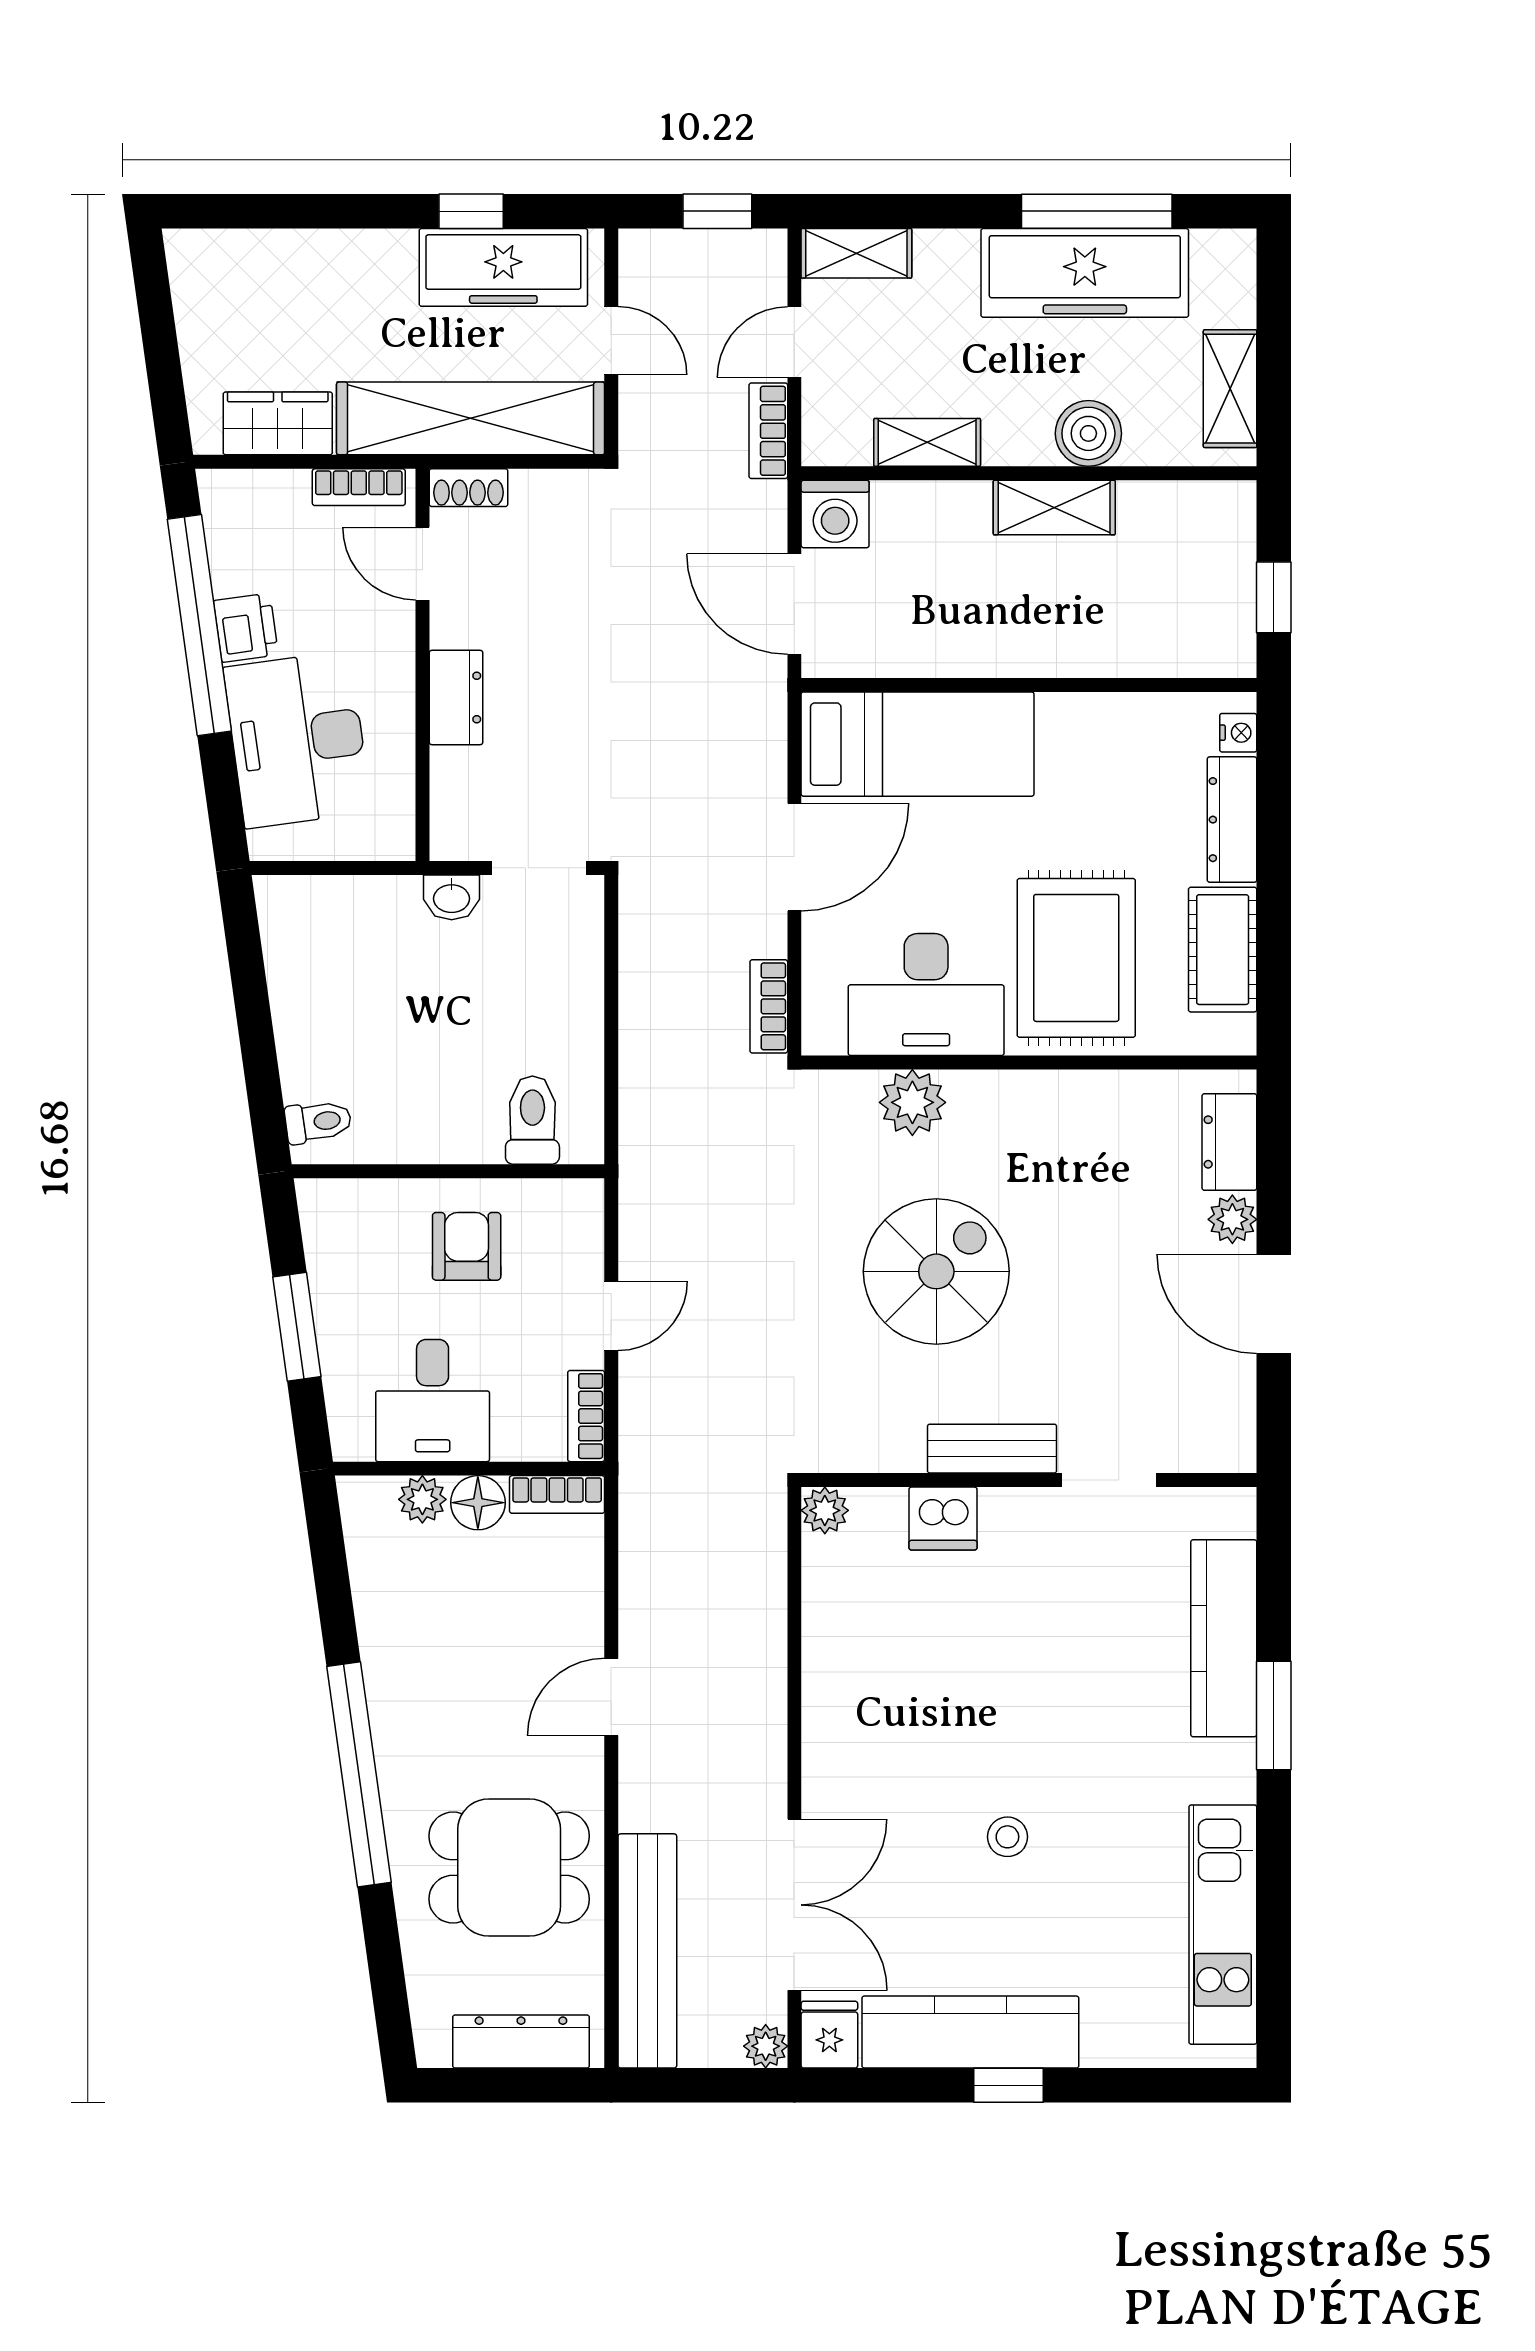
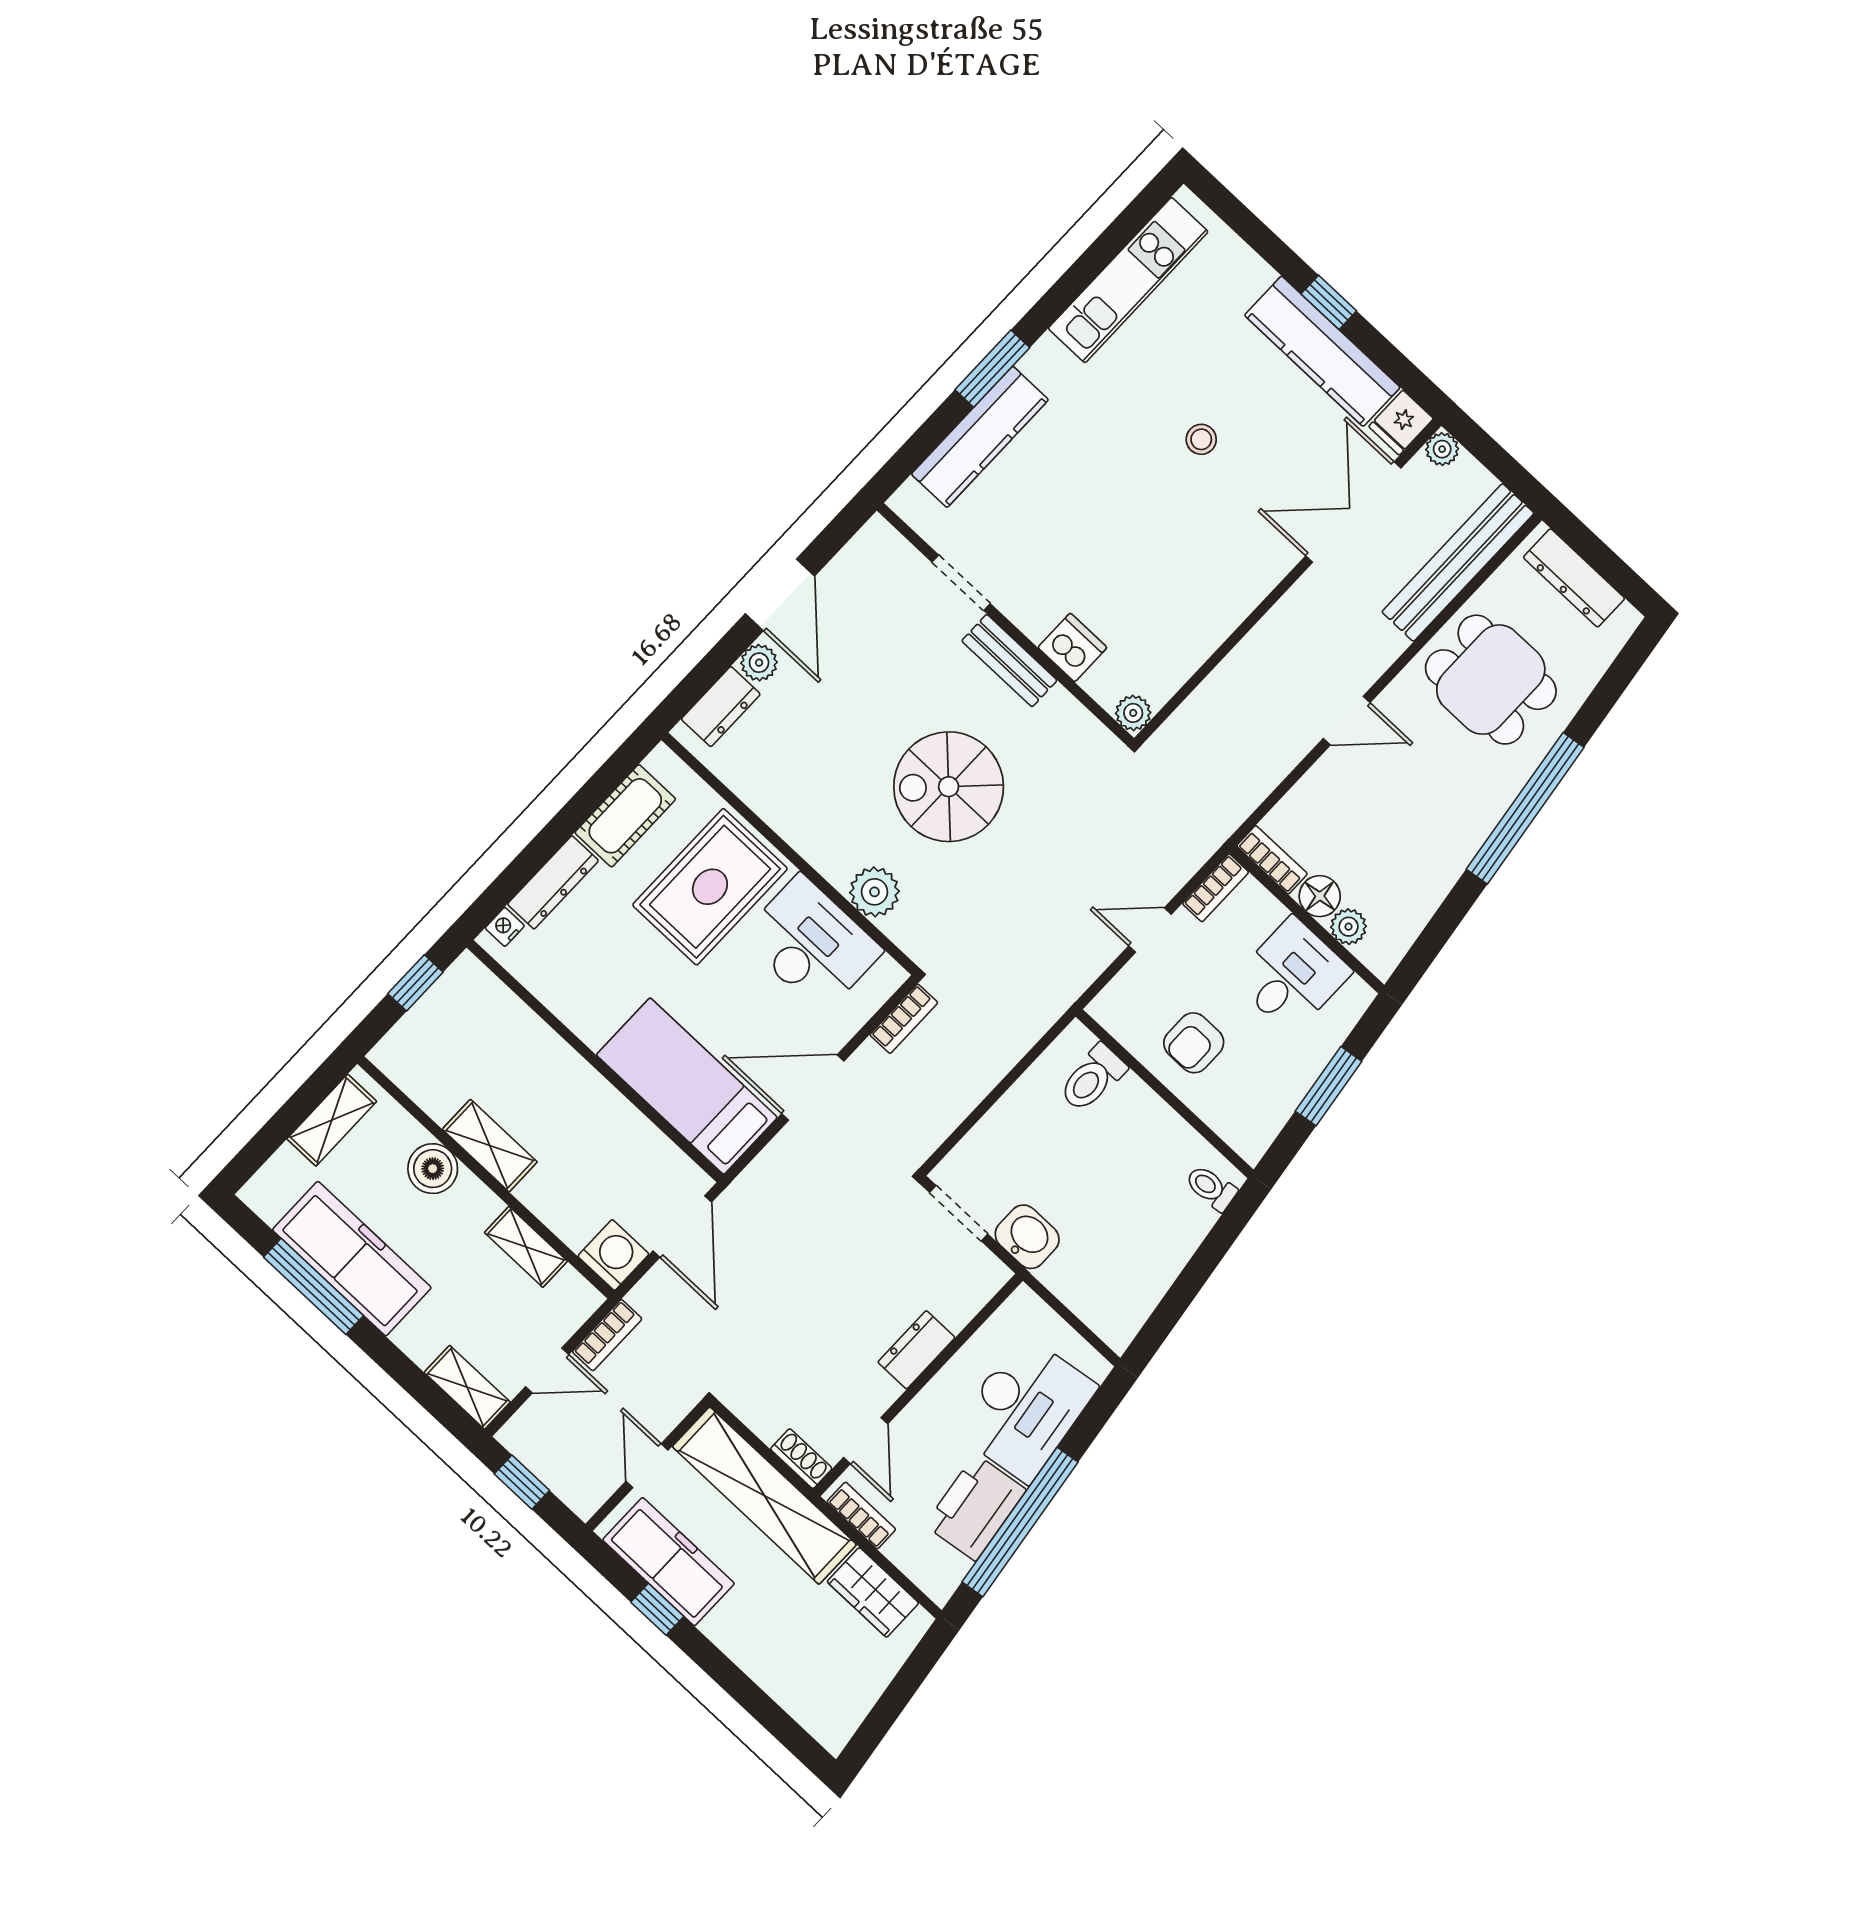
printer: (246, 628) -> (975, 1507), width x1.87, depth x1.48
washbasin: (452, 897) -> (1027, 1237), width x1.38, depth x1.45

